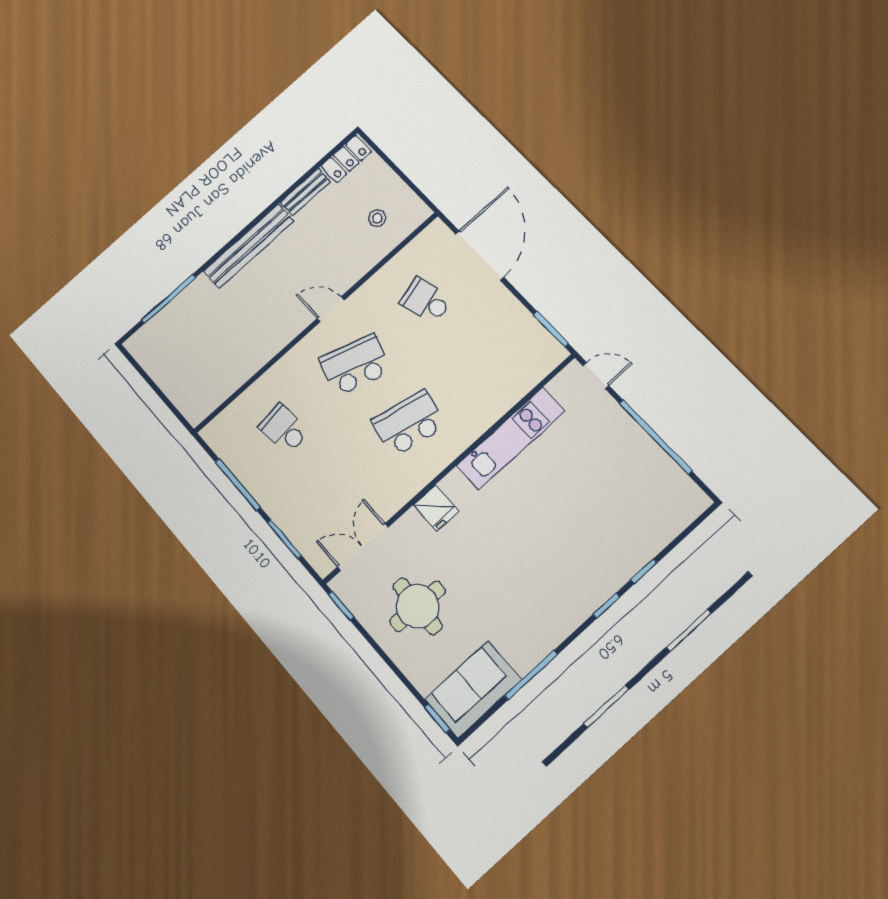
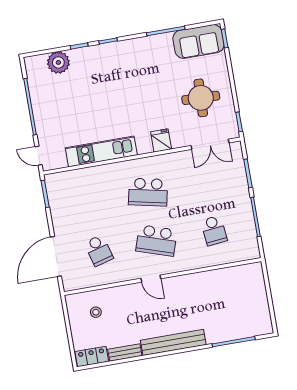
plant: (658, 527) -> (58, 62), added

